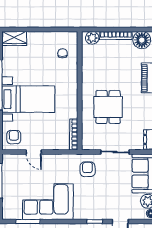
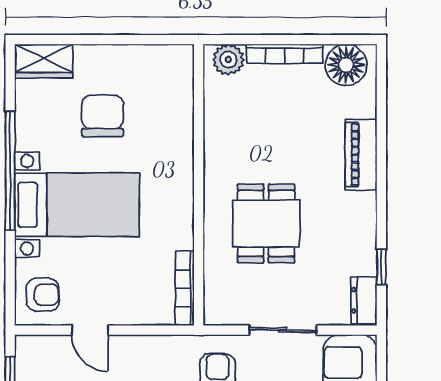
chair: (63, 53) -> (103, 116), moved, width x1.87, depth x1.87
armchair: (14, 137) -> (43, 295), turned 90

